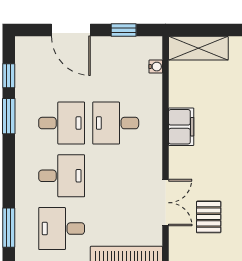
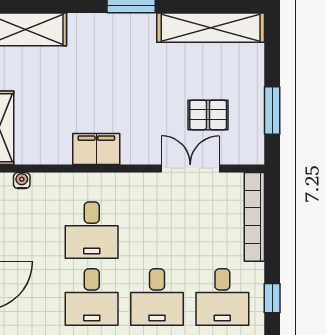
desk: (62, 123) -> (92, 297), turned 180
desk: (62, 176) -> (157, 297), turned 180

